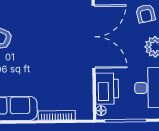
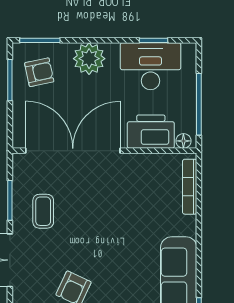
coffee table: (53, 17) -> (43, 211), added
bookcase: (57, 115) -> (190, 187), moved

